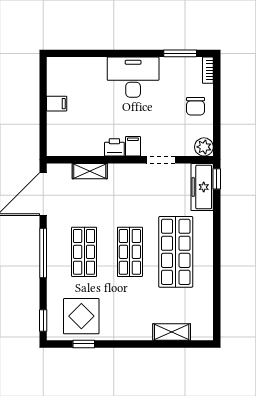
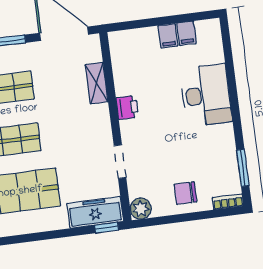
desk: (133, 77) -> (206, 95), moved
filing cabinet: (133, 146) -> (187, 33), moved, turned 90

